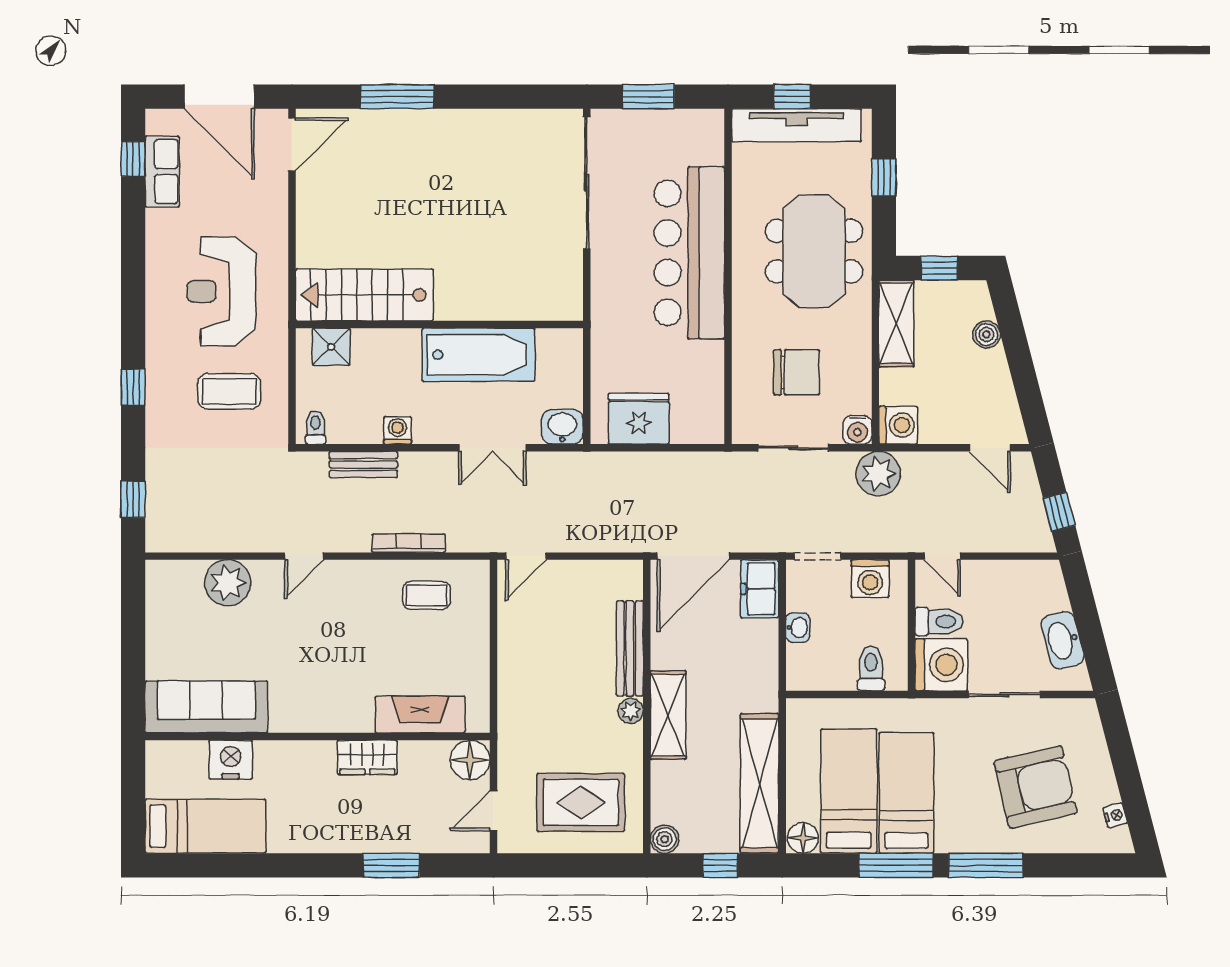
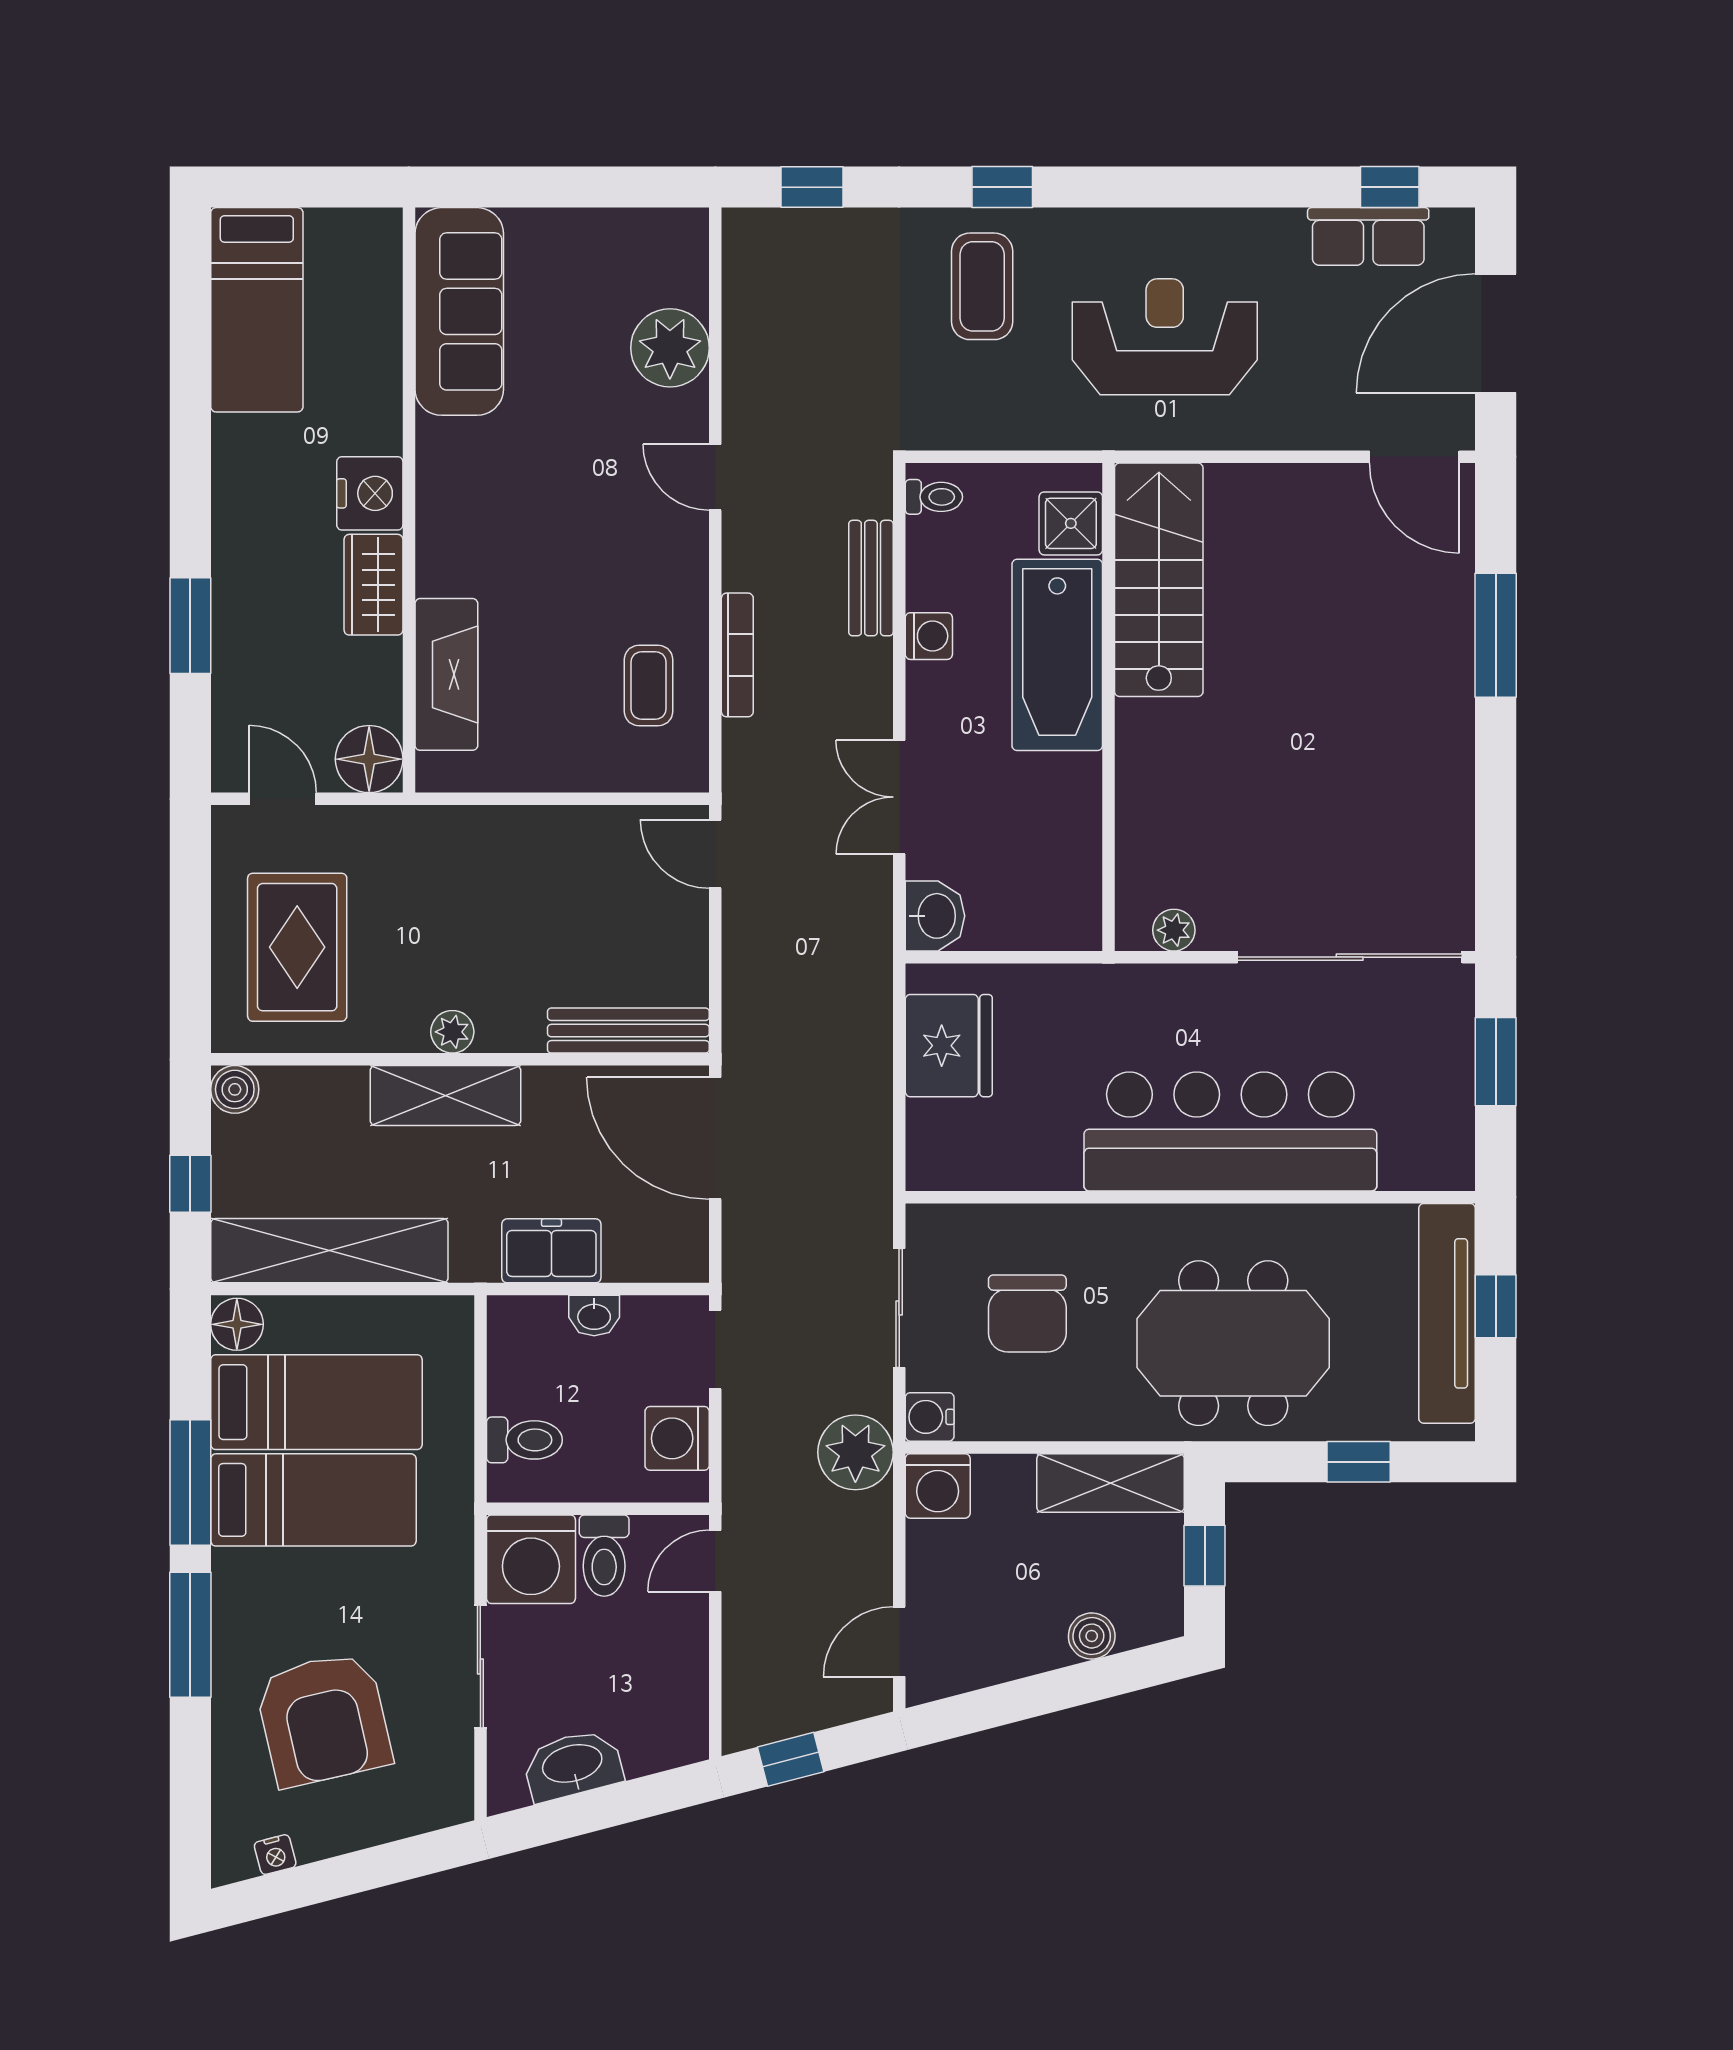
plant: (571, 286) -> (1174, 930), added
bathtub: (478, 355) -> (1057, 655), moved
coffee table: (229, 391) -> (982, 286), moved
freezer: (760, 589) -> (551, 1251), moved
bench: (630, 648) -> (628, 1031), moved
nightstand: (231, 760) -> (370, 493), moved

